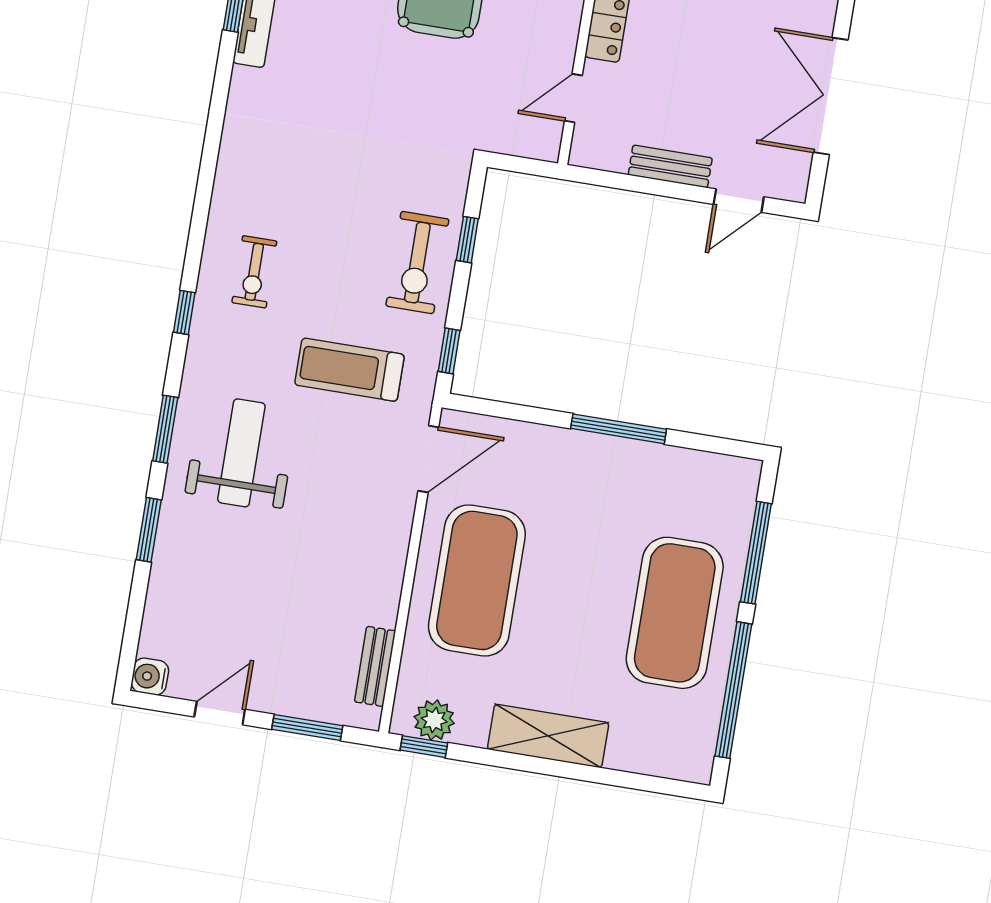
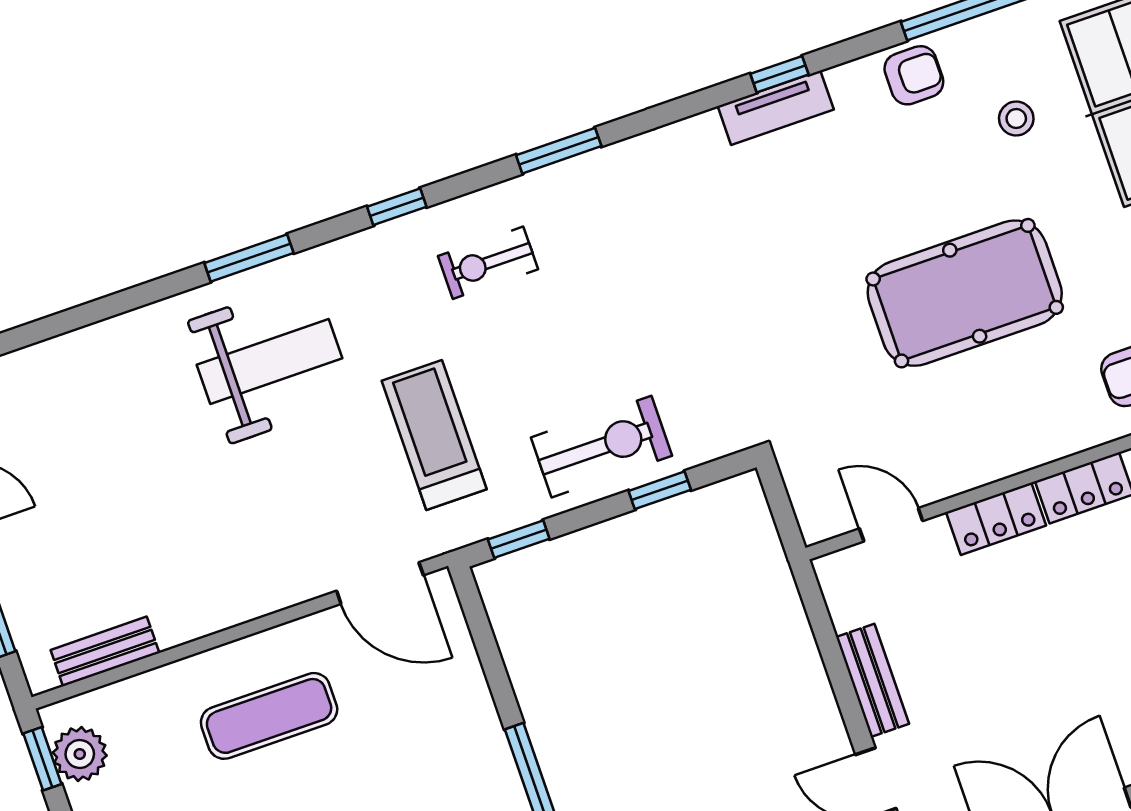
exercise bike: (417, 263) -> (602, 447), turned 180
window: (149, 530) -> (559, 151), moved
exercise mat: (477, 580) -> (269, 716), width x0.50, depth x0.69

